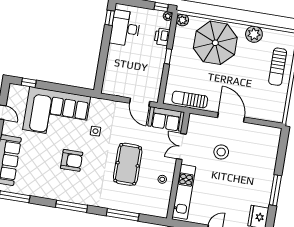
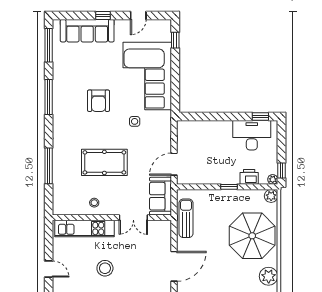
double door: (181, 146) -> (133, 218), swing flipped
stool: (221, 152) -> (105, 268), moved
window: (72, 206) -> (49, 97), moved

